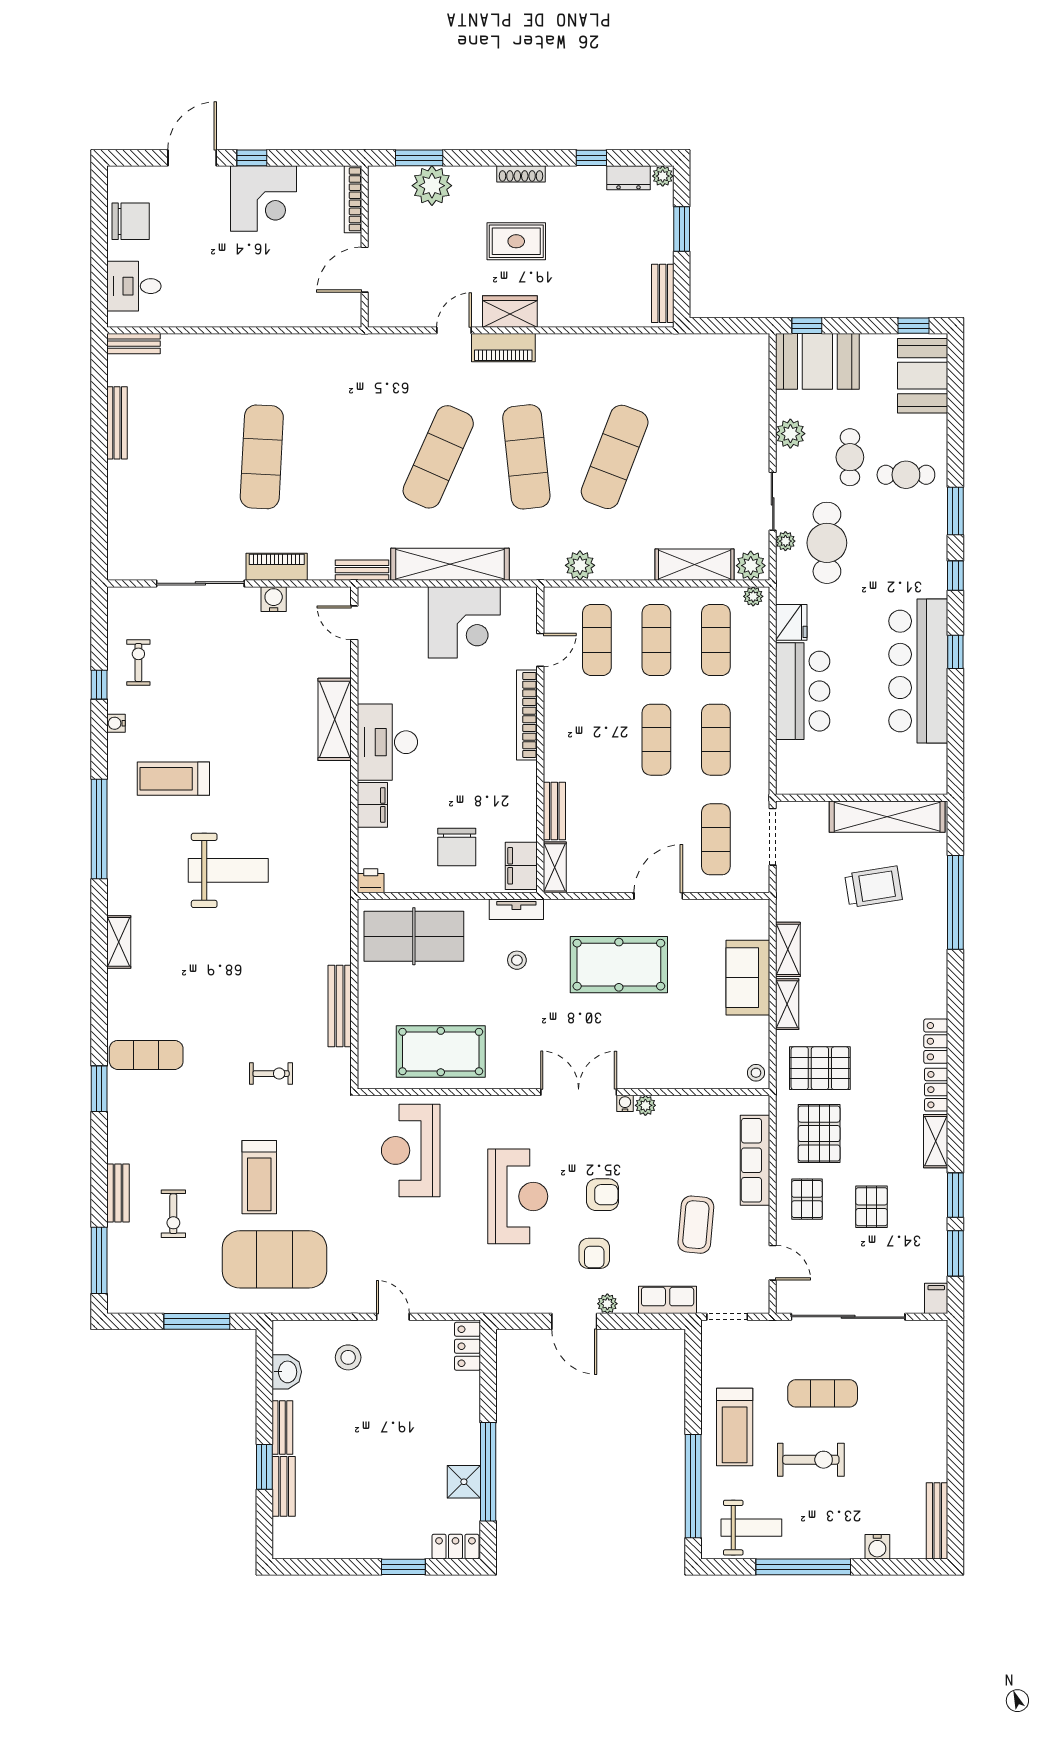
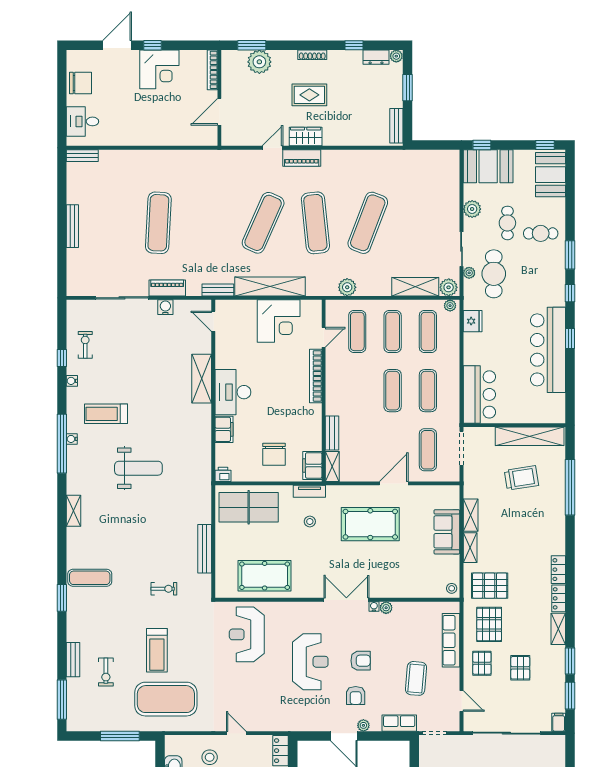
bench: (117, 423) -> (72, 226), moved
bar counter: (803, 691) -> (479, 394), moved
water cooler: (116, 821) -> (72, 439), added

